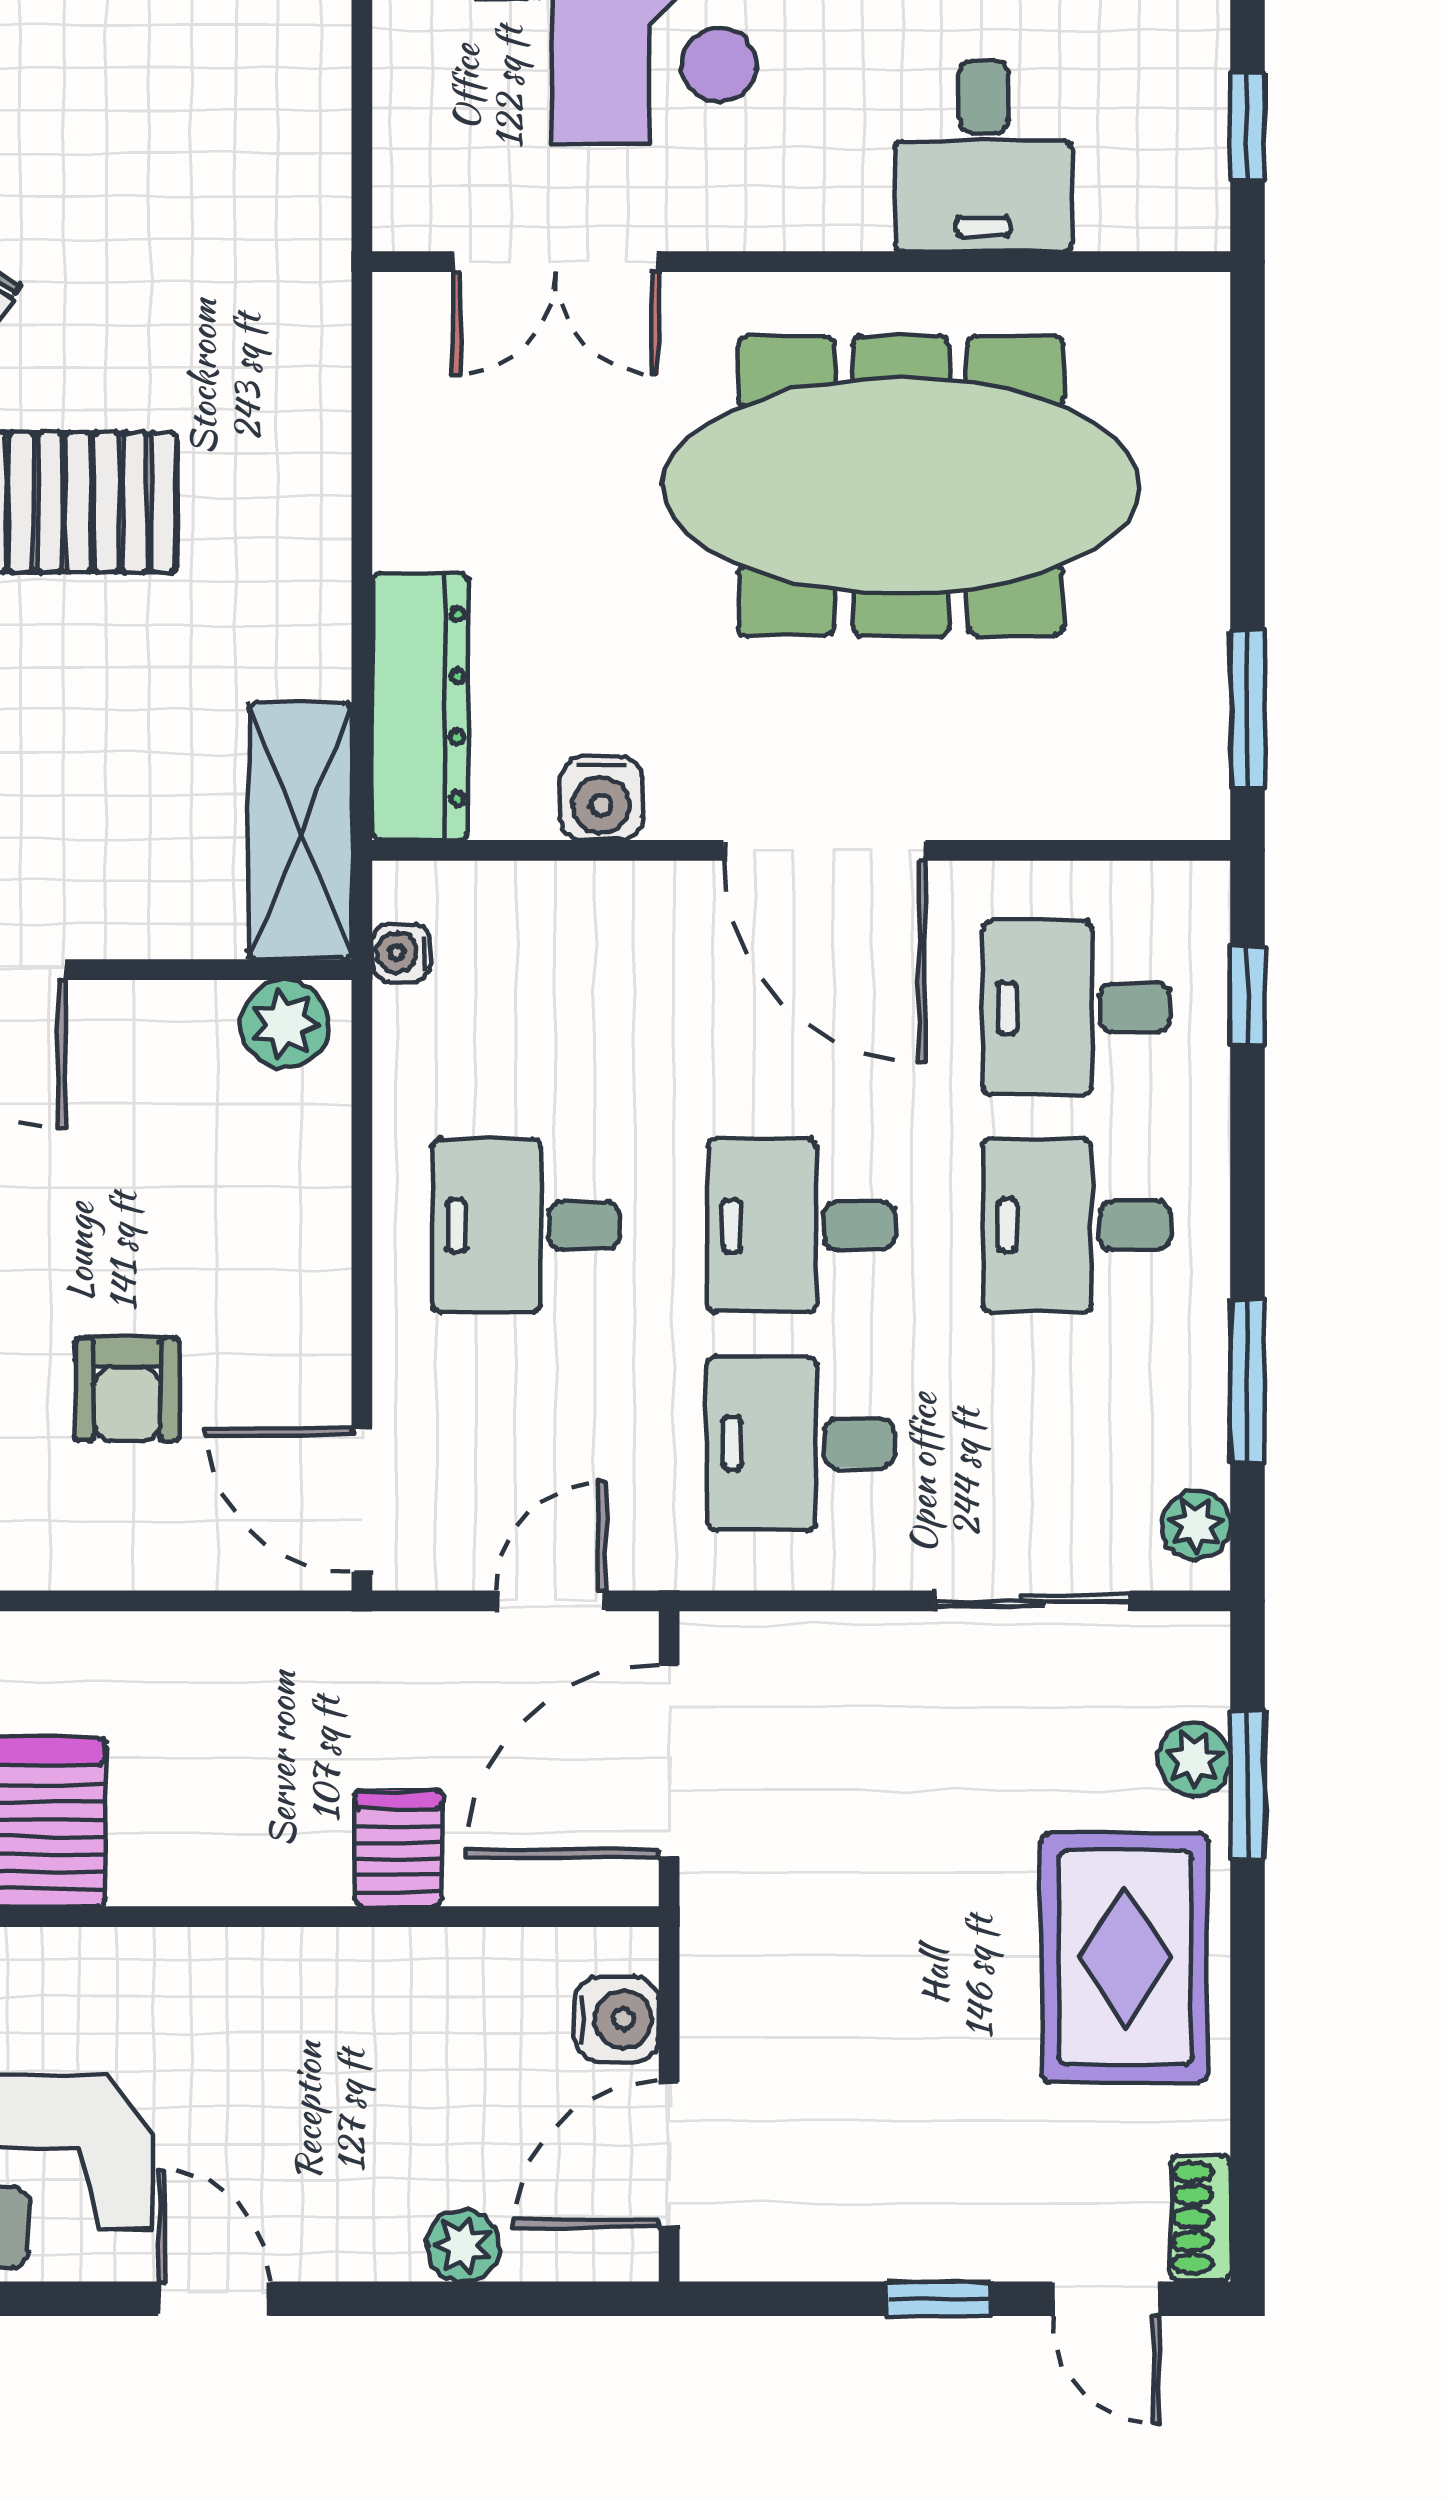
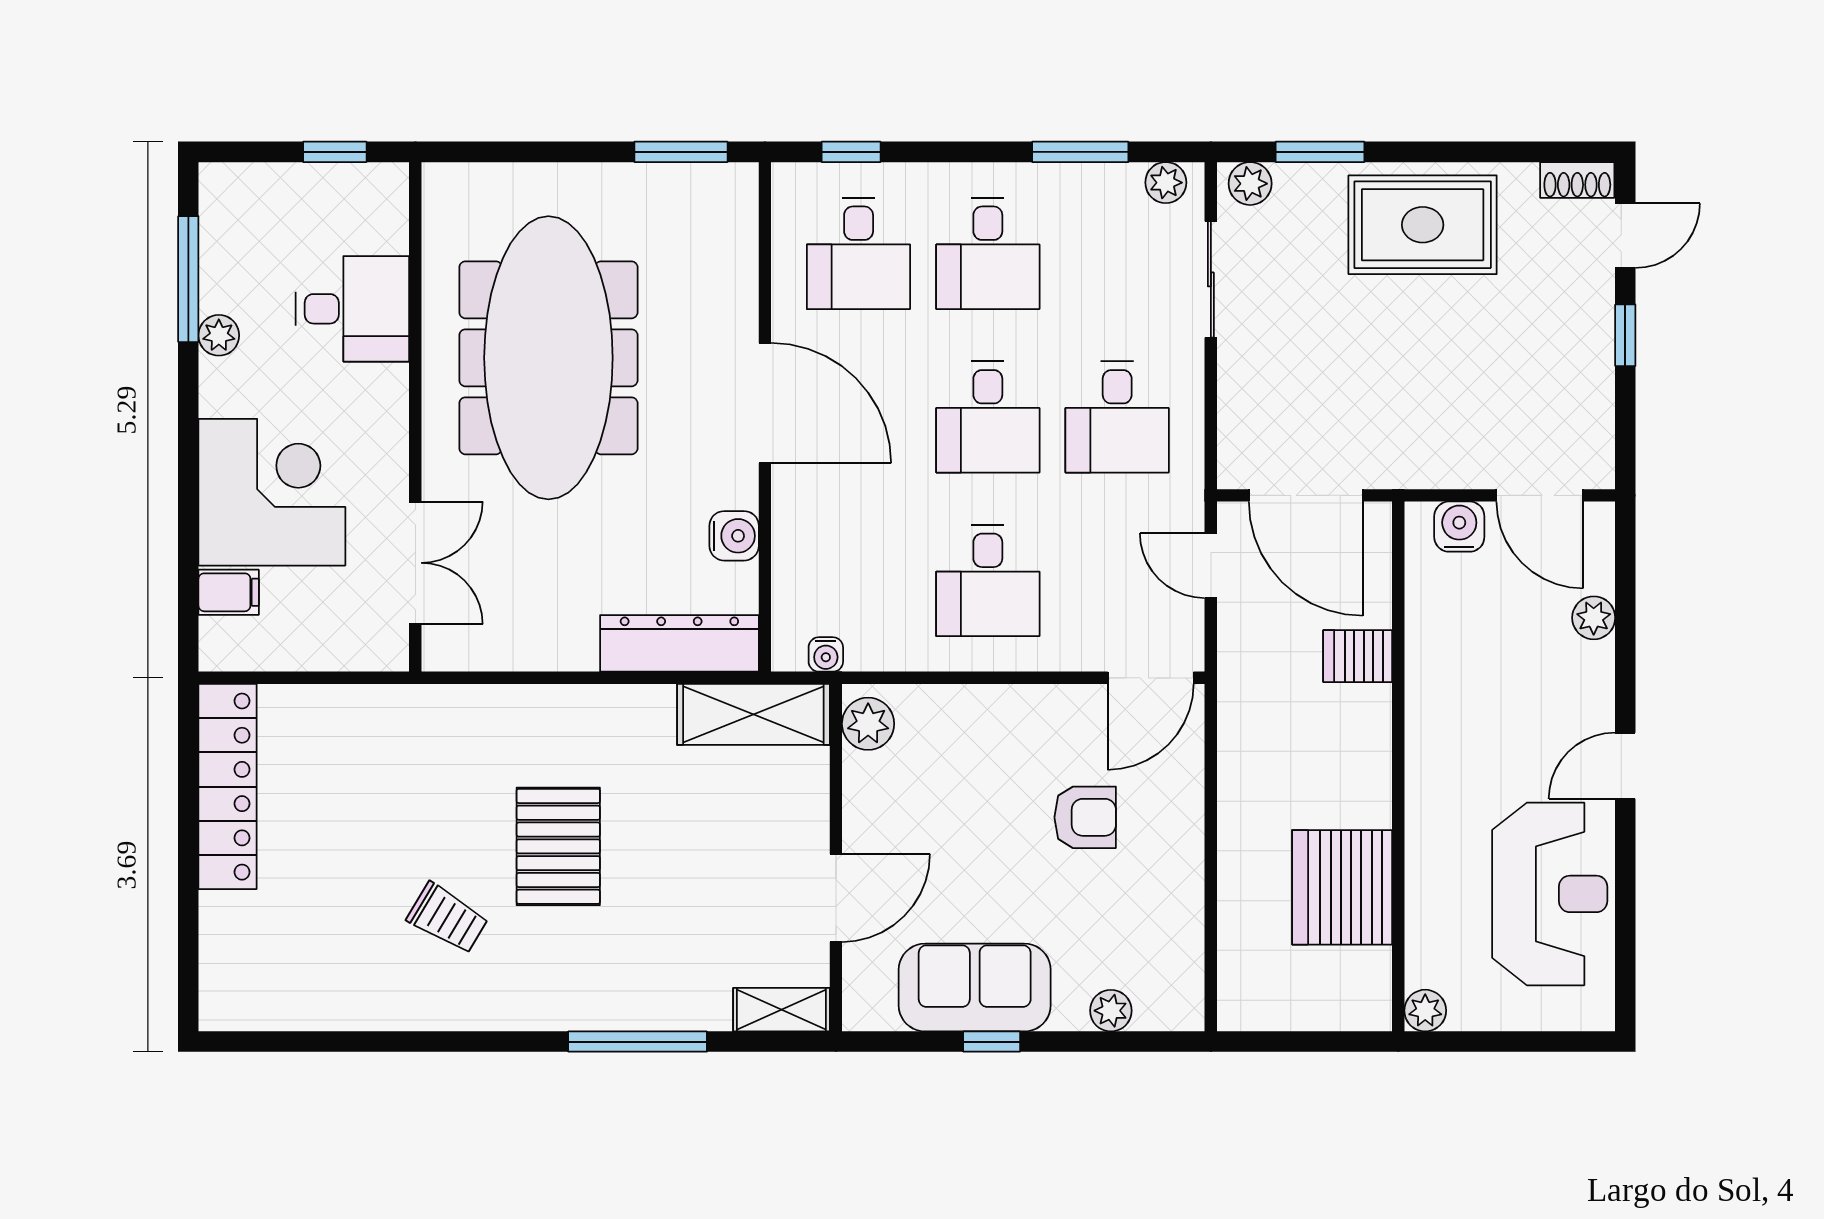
door: (825, 850) -> (765, 403), hinge flipped
plant: (1194, 1760) -> (1250, 184), moved

